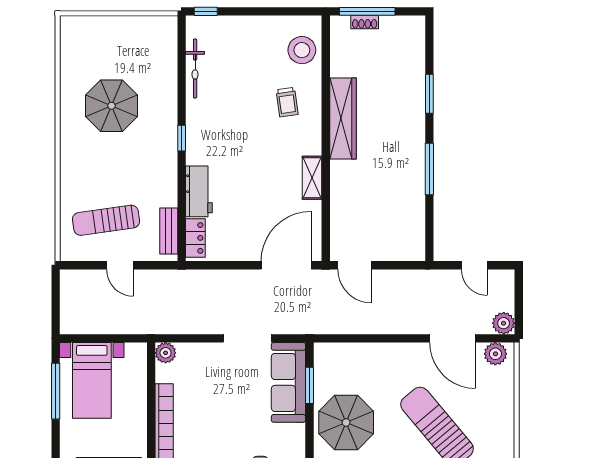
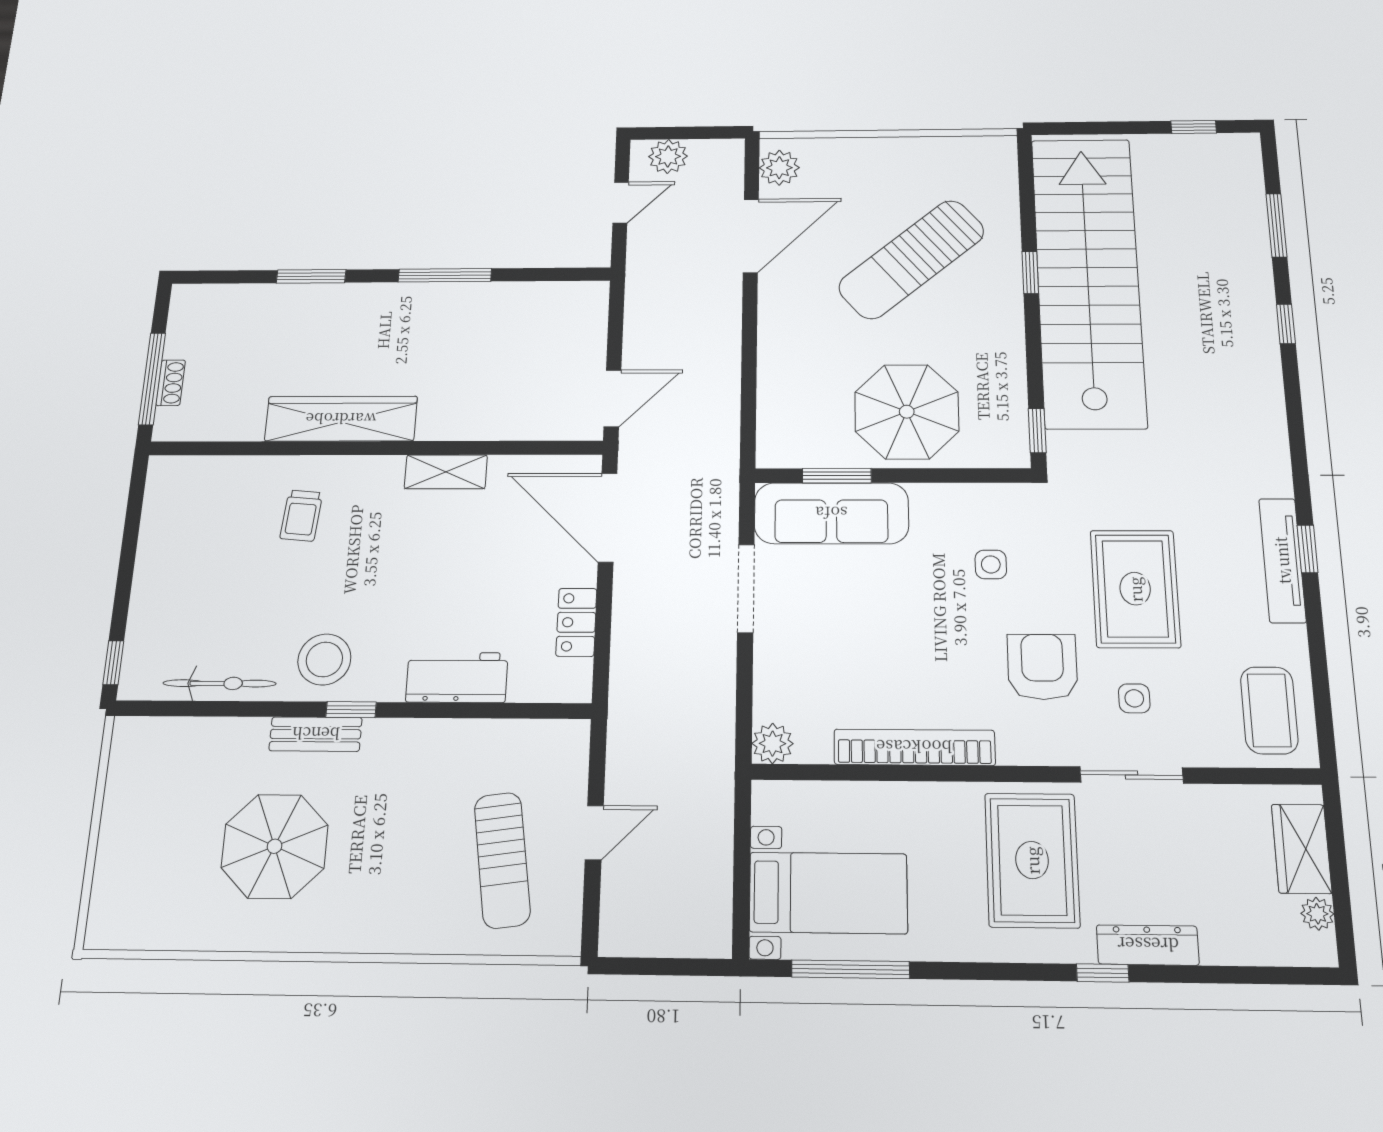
stool: (302, 50) -> (324, 659), moved
trolley: (287, 102) -> (301, 516), turned 103
bench: (169, 231) -> (316, 734), moved
locker: (195, 238) -> (576, 622), moved, turned -90
plant: (504, 323) -> (668, 156), moved

